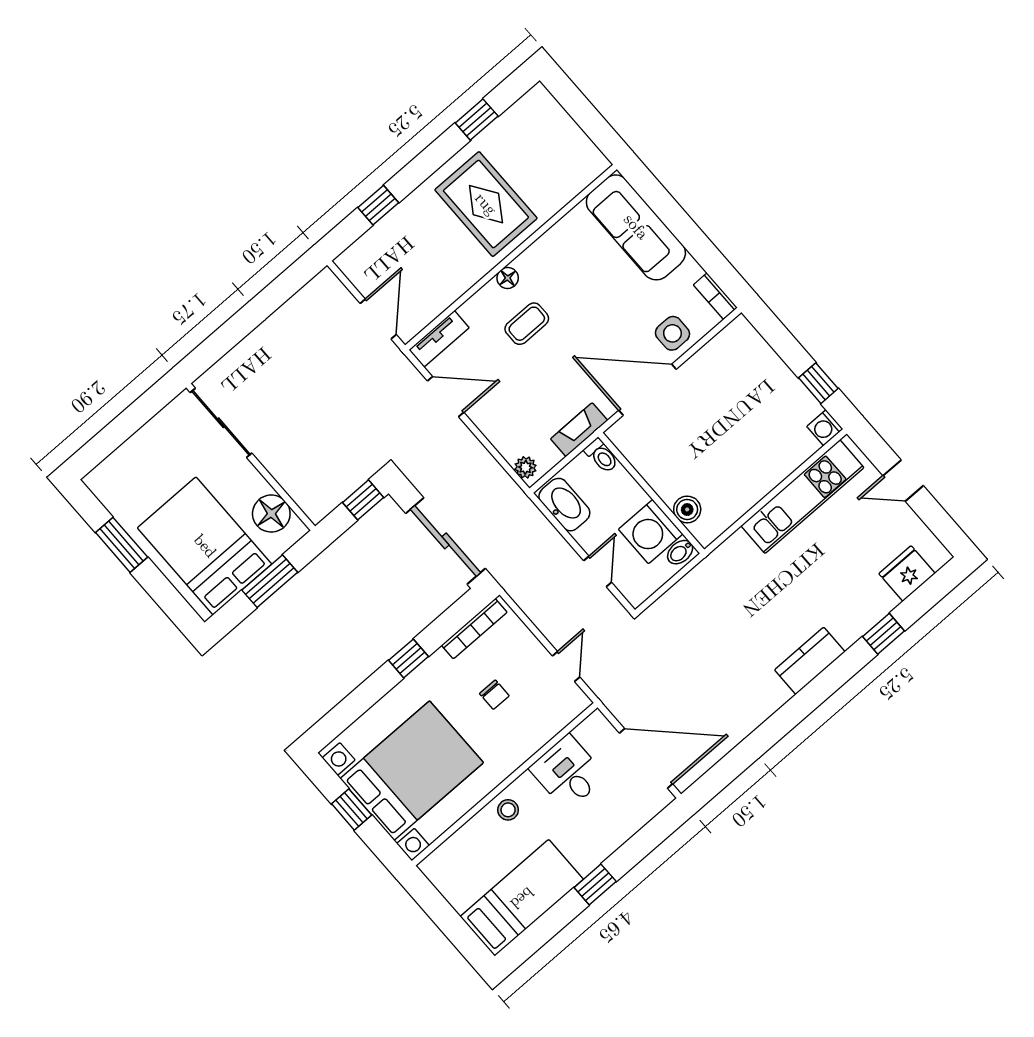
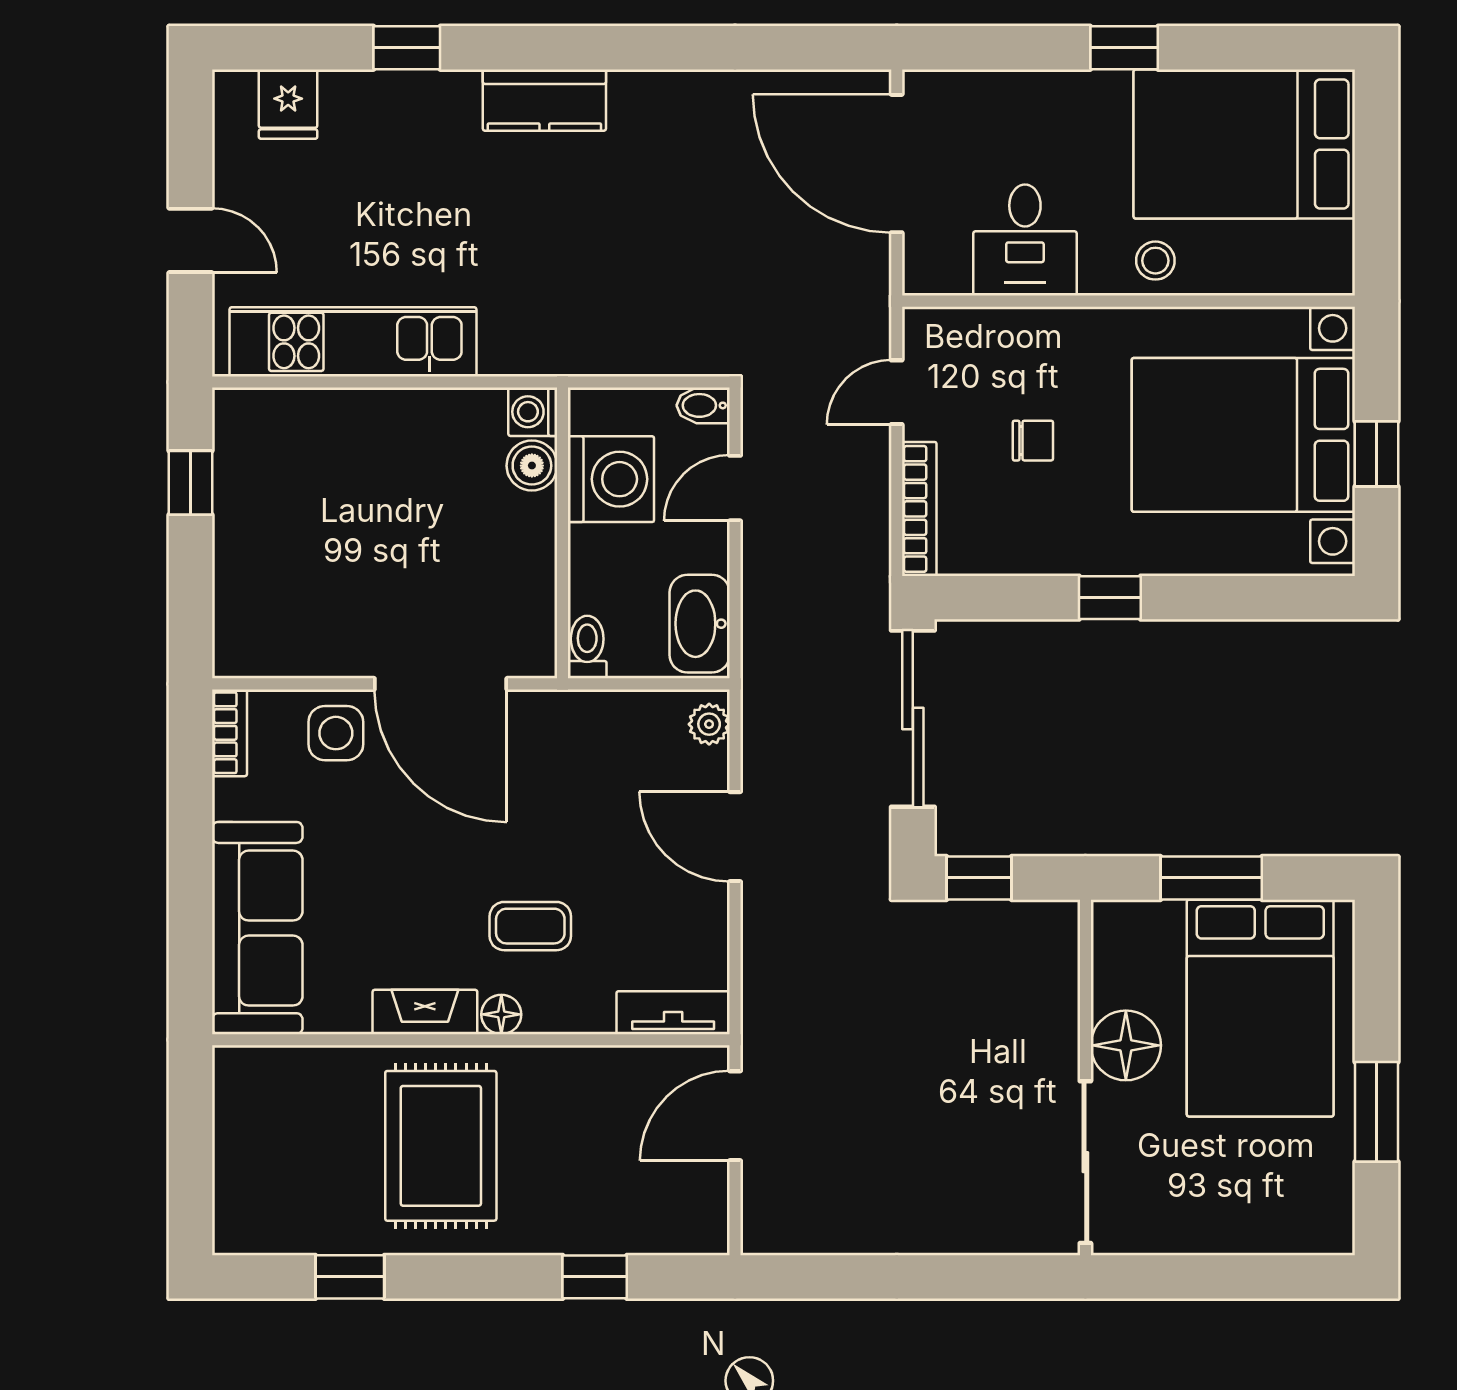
door: (446, 397) -> (735, 837), moved
washing machine: (825, 428) -> (533, 412), moved, turned 180
fireplace: (579, 430) -> (425, 1012), moved, turned 180
floor lamp: (271, 514) -> (1126, 1045), moved
bidet: (680, 552) -> (703, 405), moved, turned 180
fridge: (907, 573) -> (288, 104), width x0.72
bookcase: (474, 629) -> (919, 509), moved, turned 90
chair: (494, 695) -> (1033, 441), turned 90
bed: (522, 898) -> (1244, 144), width x1.50

